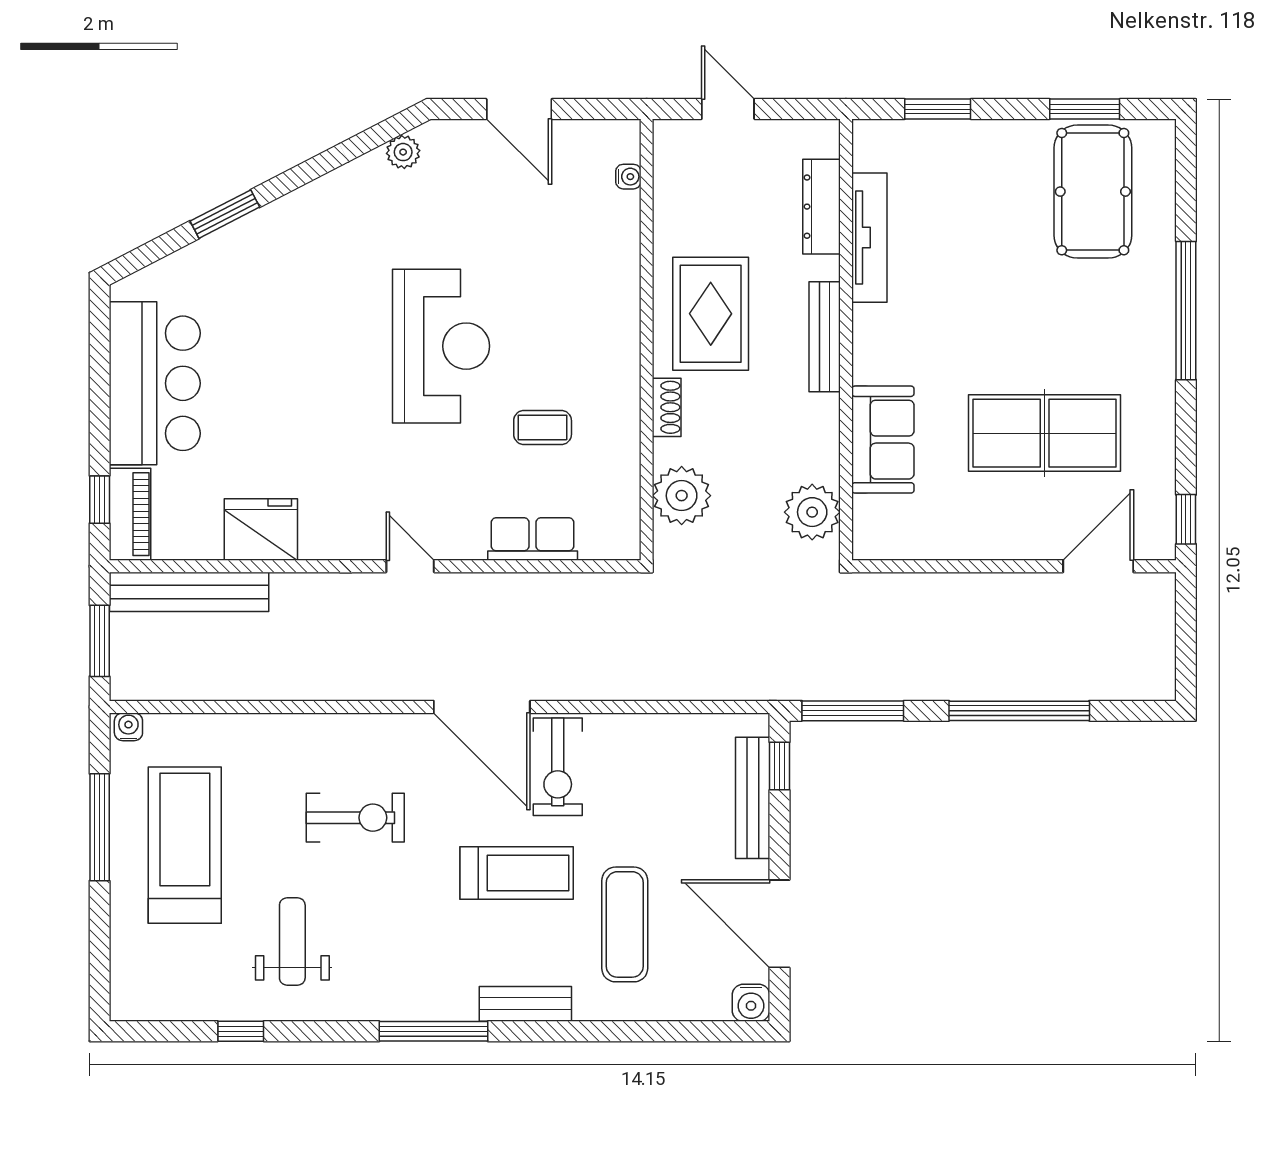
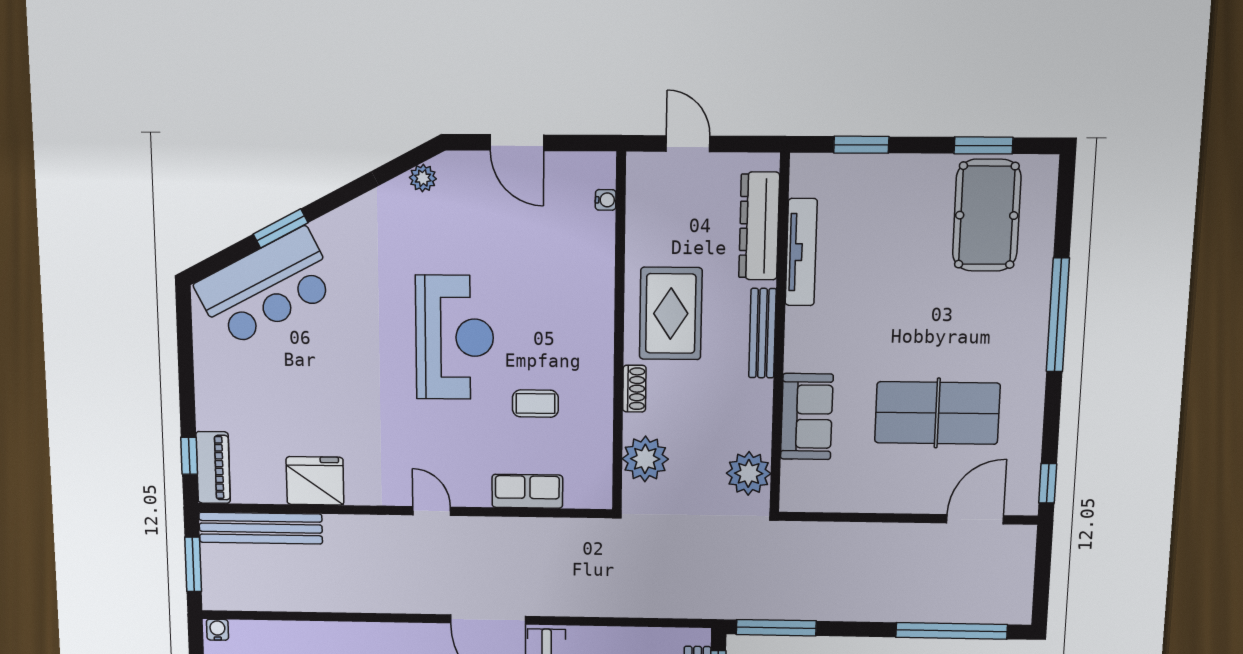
dresser: (821, 207) -> (759, 226), width x1.37, depth x1.24
bar counter: (155, 383) -> (266, 287), moved, turned 63
window: (1019, 711) -> (952, 631), moved

